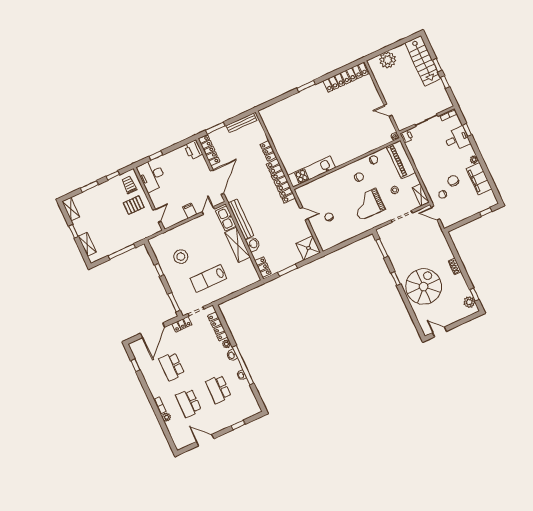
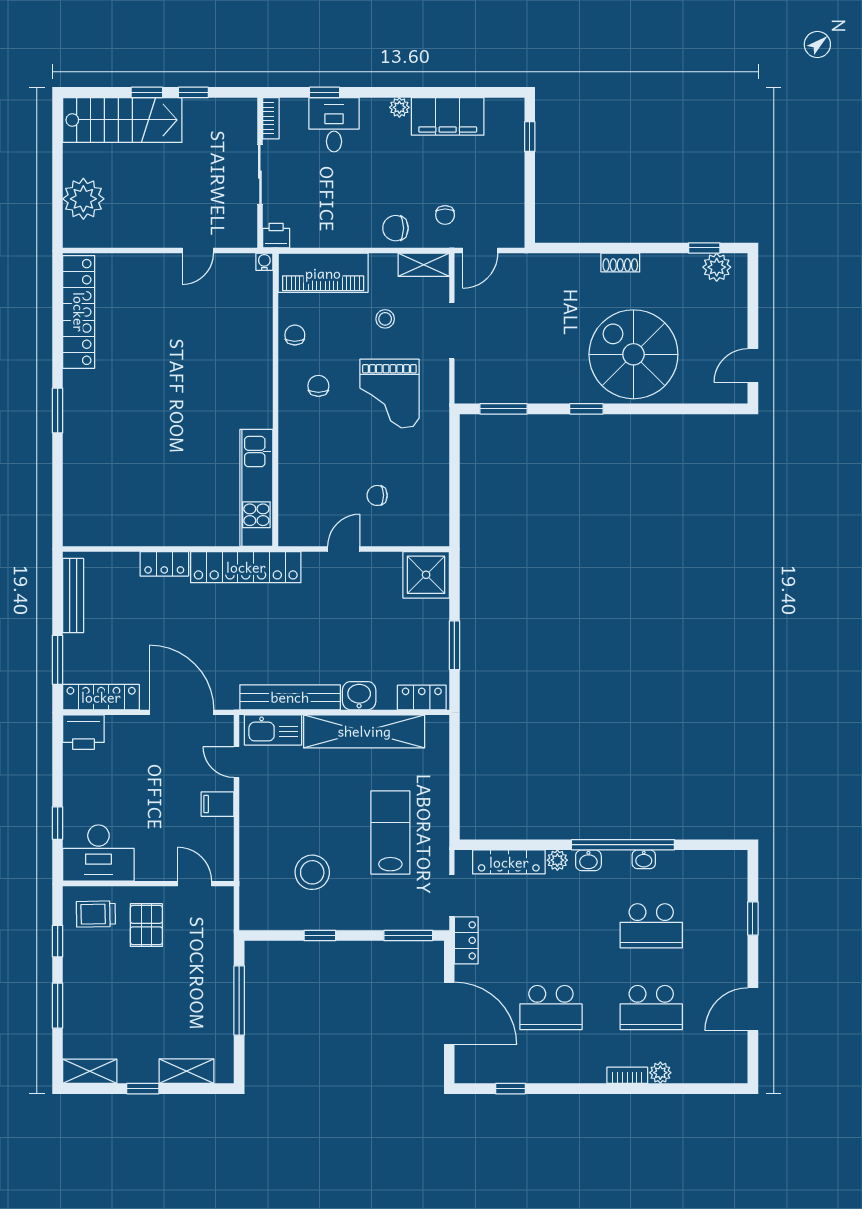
chair: (453, 181) -> (396, 228), moved
shelving: (238, 245) -> (364, 731), width x1.47
lab bench: (208, 278) -> (390, 832), turned 180

